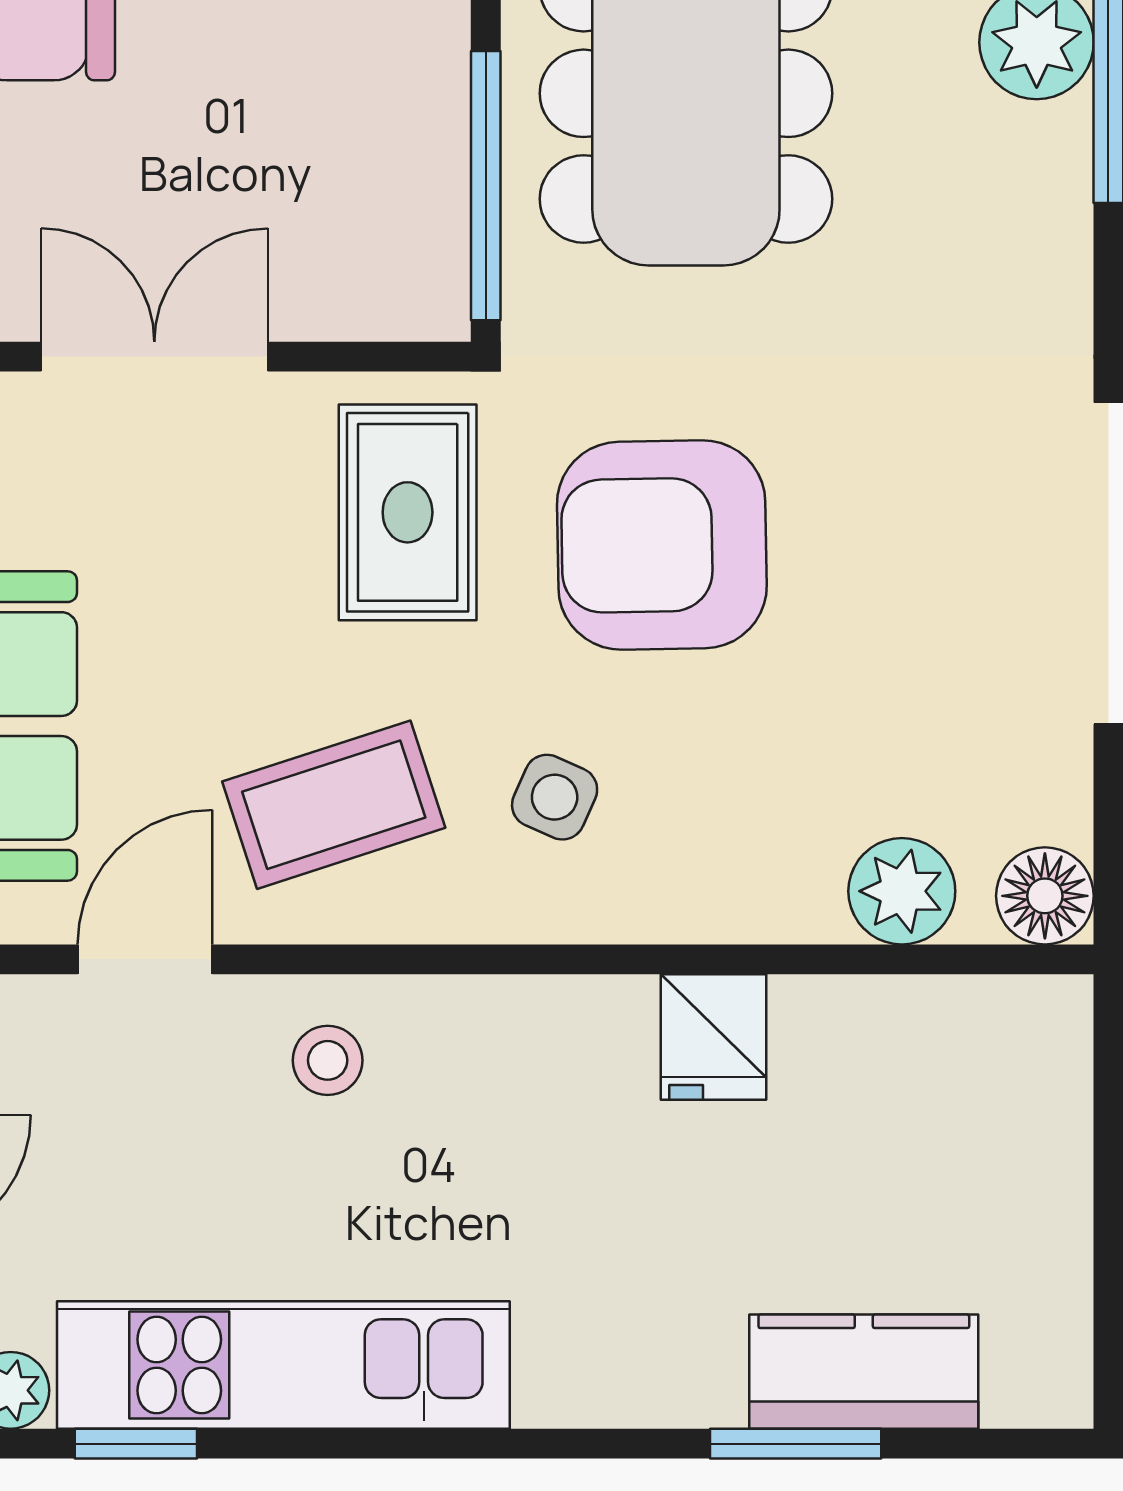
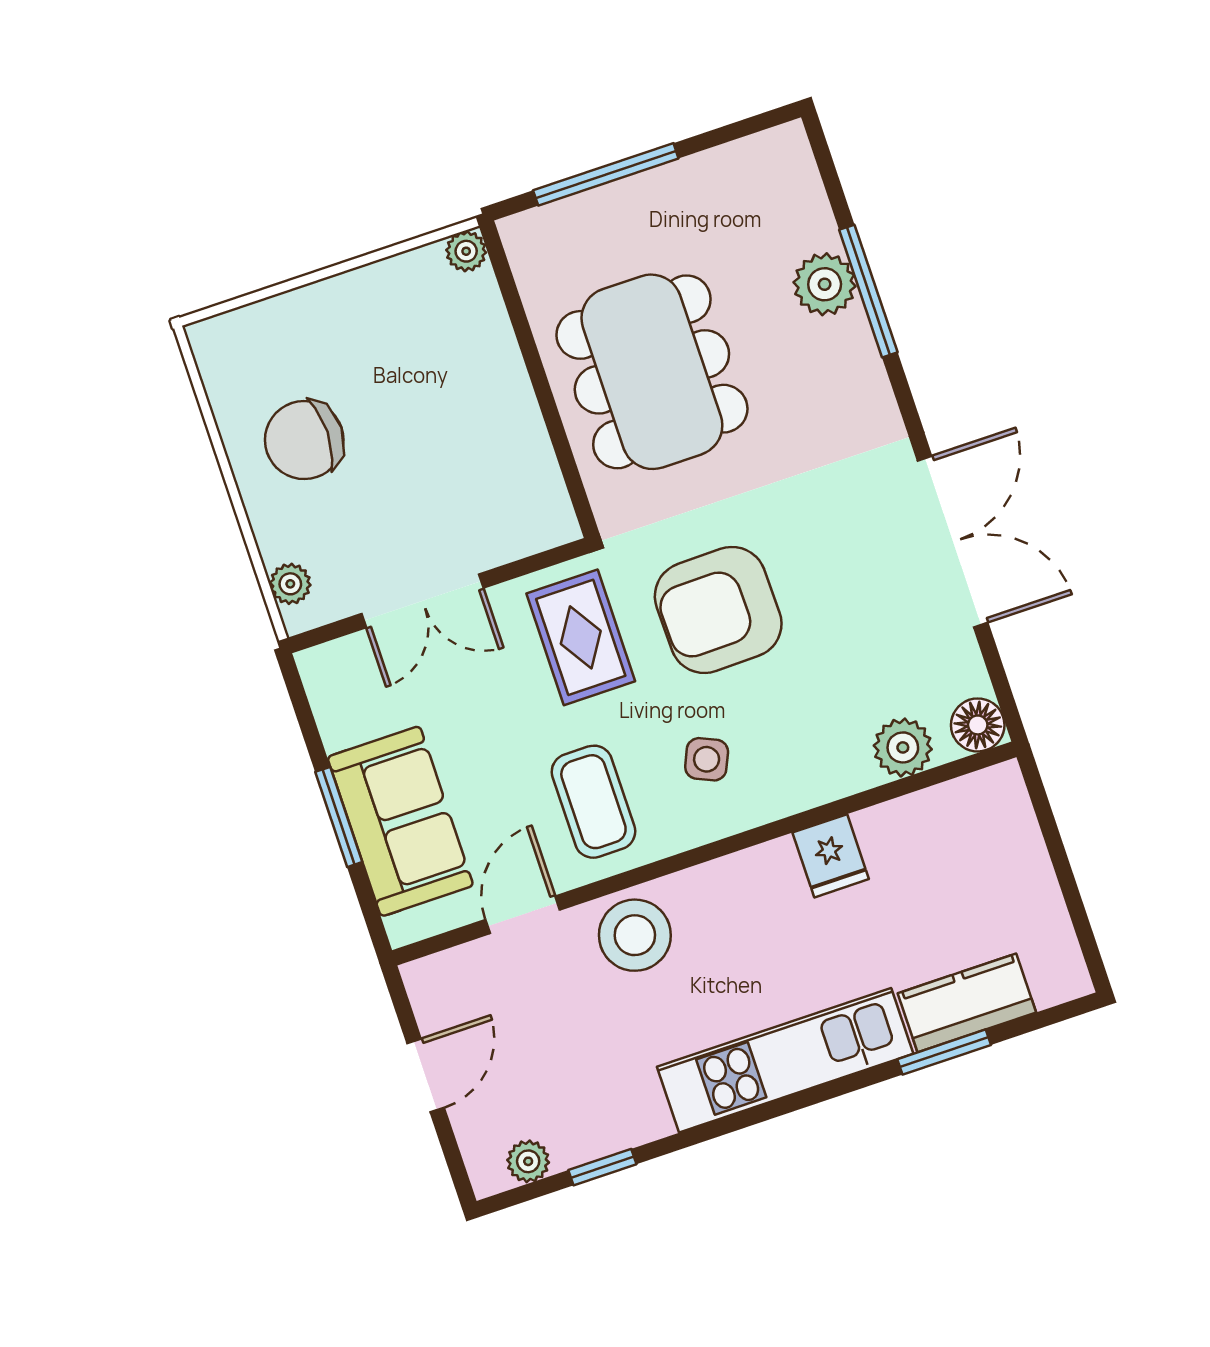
window: (486, 186) -> (564, 454), removed
double door: (154, 357) -> (422, 601), swing flipped
coffee table: (334, 805) -> (593, 802), turned -72
stool: (328, 1060) -> (635, 935), width x1.89, depth x1.89
kitchen unit: (283, 1365) -> (785, 1060), moved

